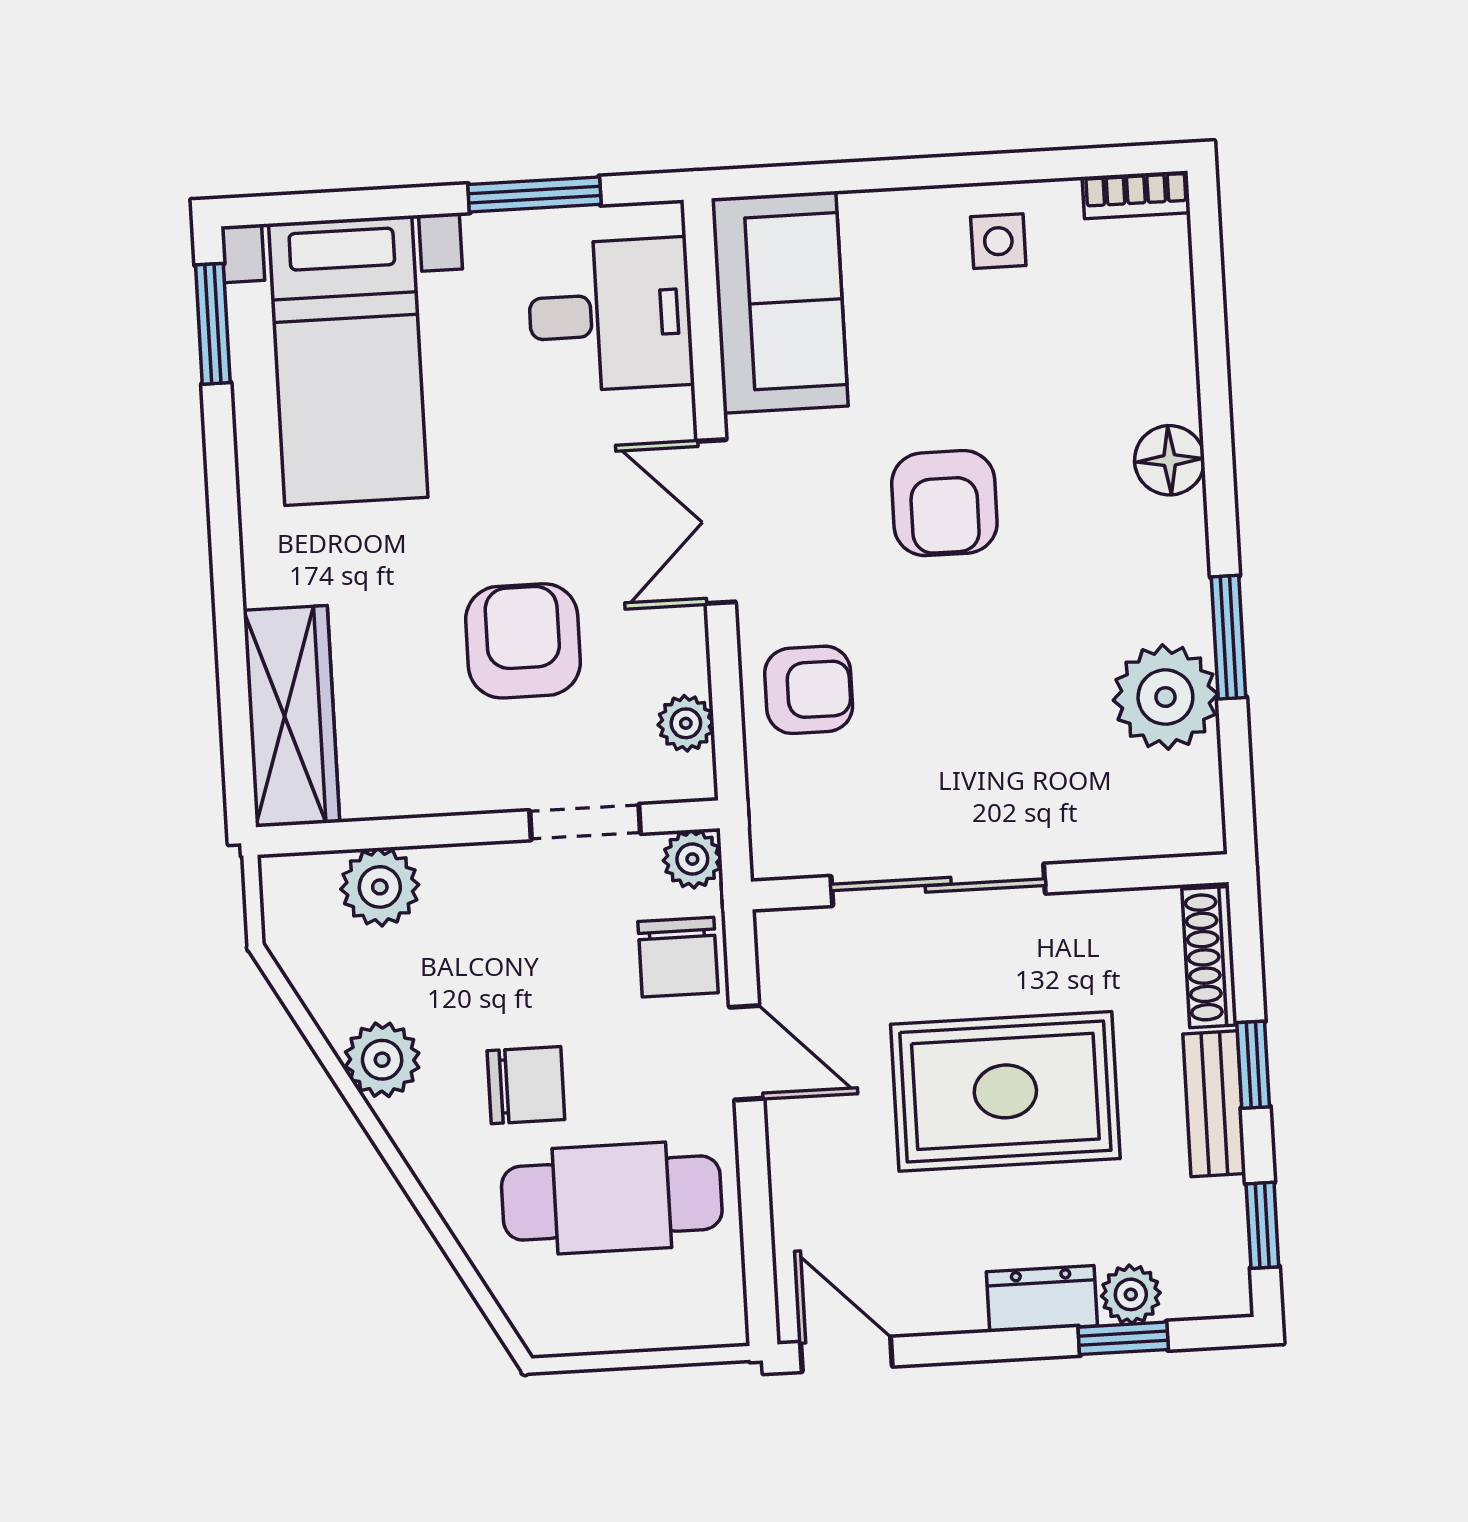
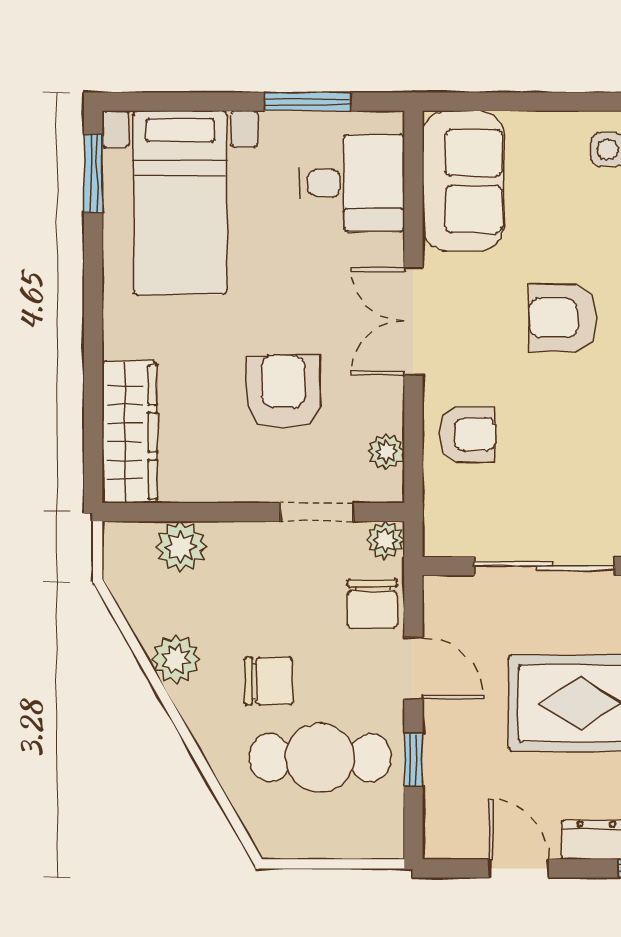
armchair: (944, 503) -> (563, 318), turned 90
window: (755, 1193) -> (413, 760), added
door: (846, 1354) -> (519, 868), moved

